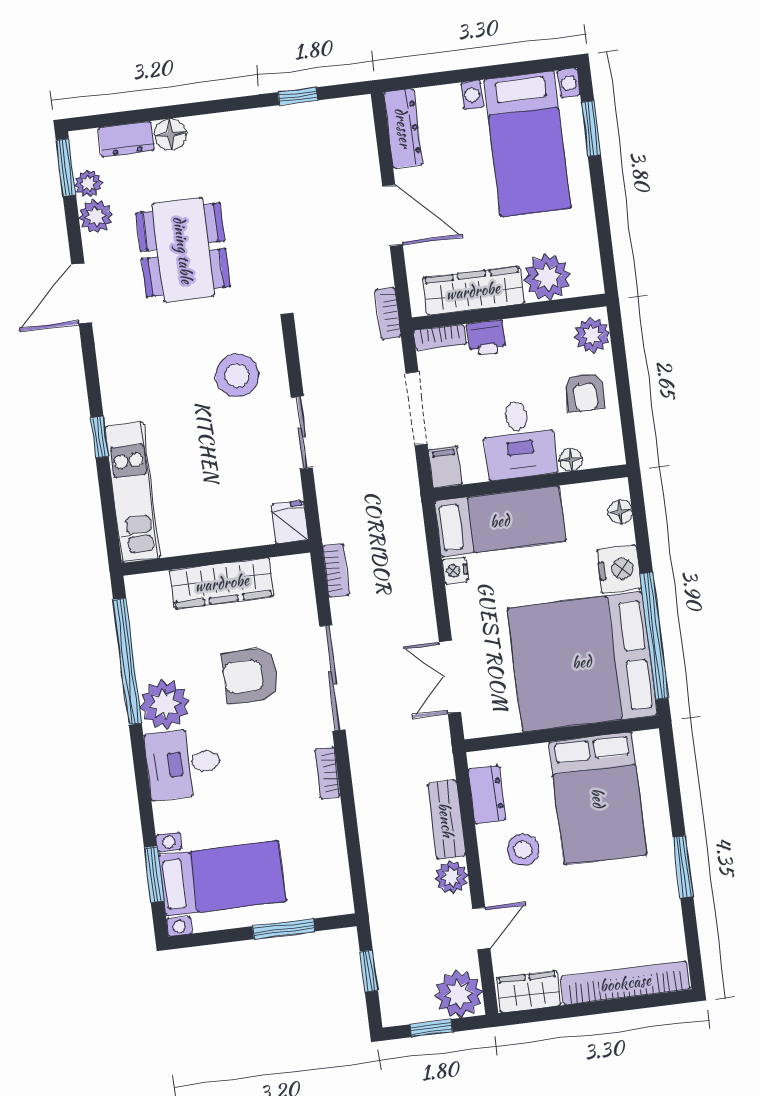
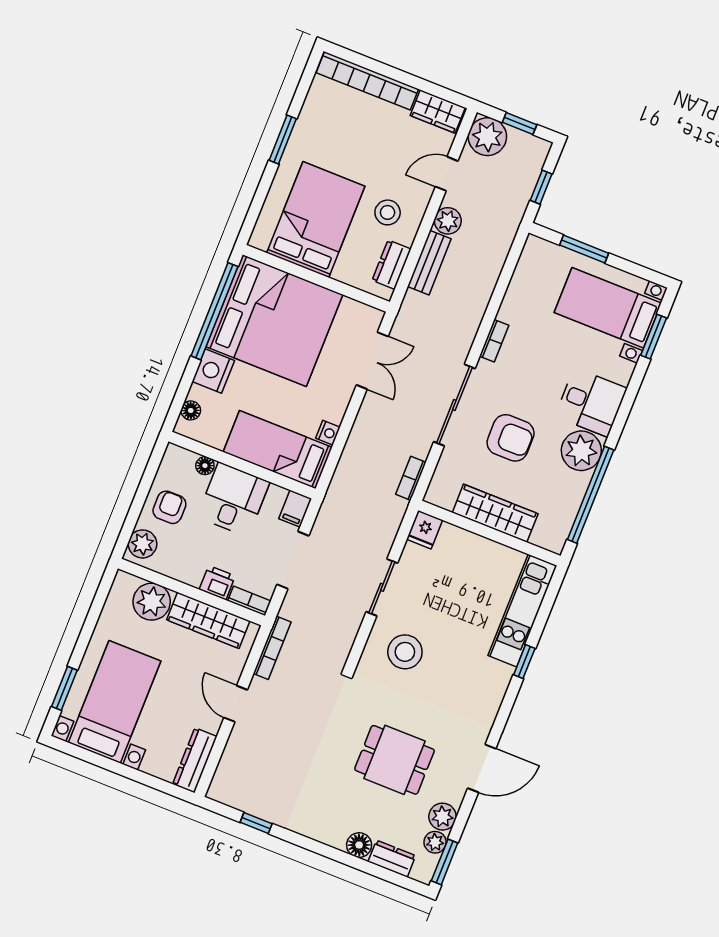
door: (392, 215) -> (236, 704), width x0.73
dining table: (183, 250) -> (395, 760), width x0.73
bookcase: (388, 313) -> (272, 648), width x1.56

